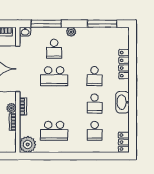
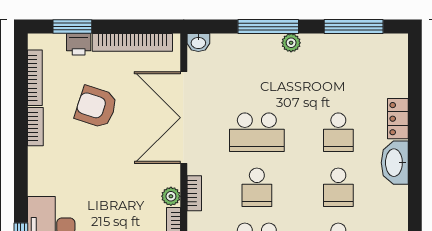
window: (46, 24) -> (268, 27), moved
school desk: (54, 49) -> (257, 187), moved
locker: (124, 64) -> (398, 119), width x0.66
washbasin: (123, 102) -> (395, 163), moved

